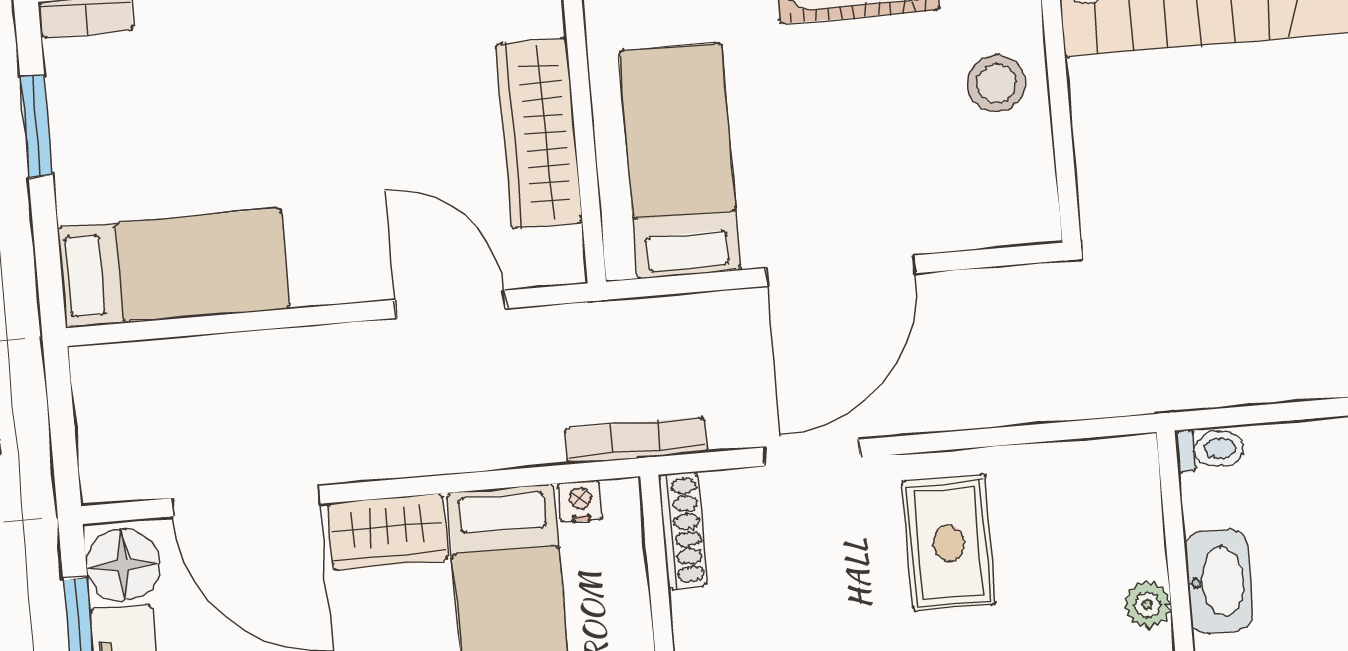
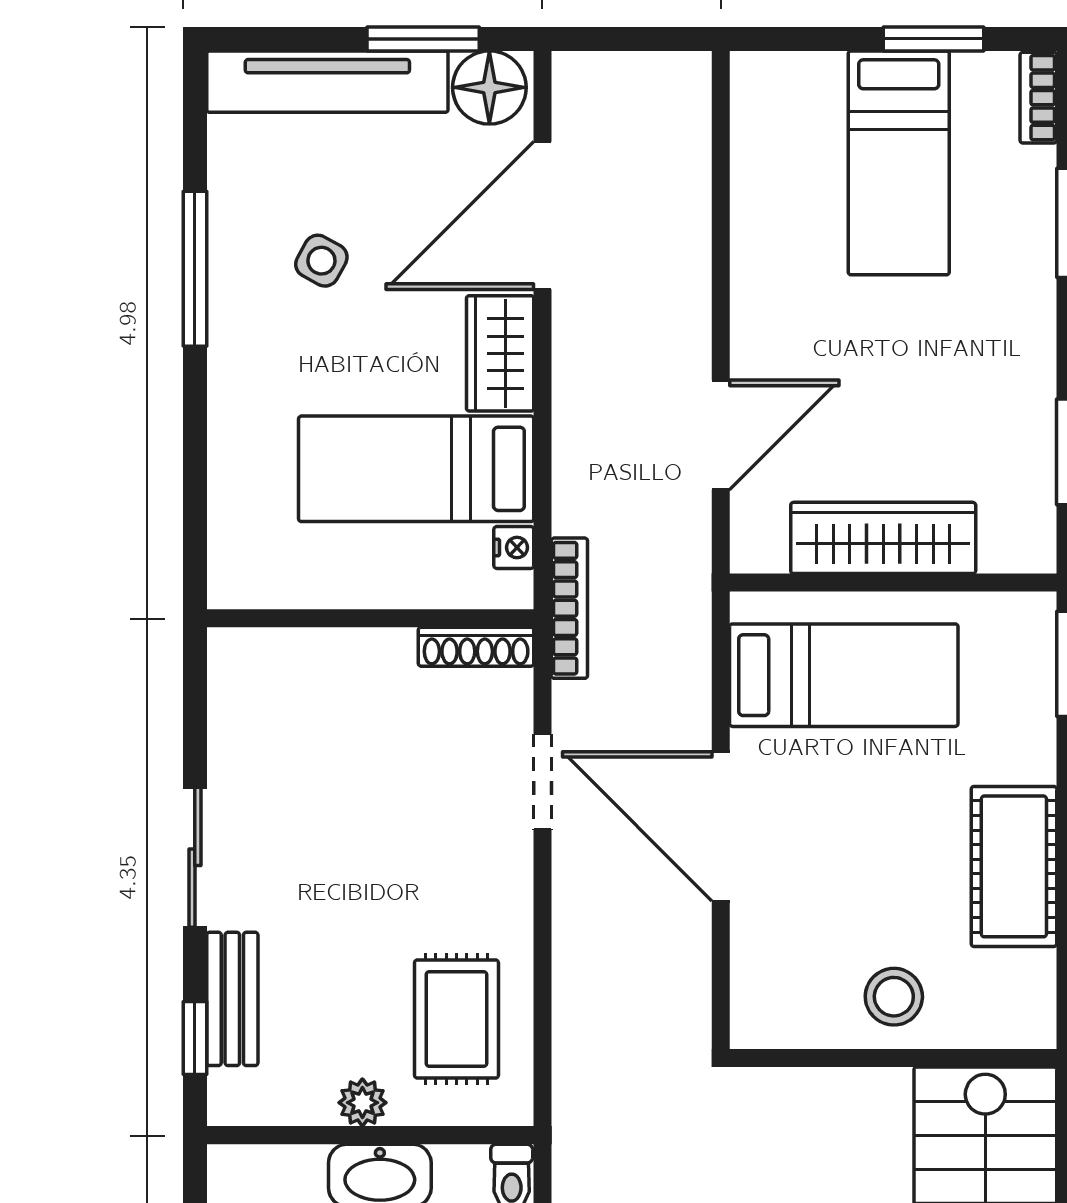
bed: (173, 268) -> (899, 163), moved
rug: (949, 543) -> (456, 1019), moved, turned 90

